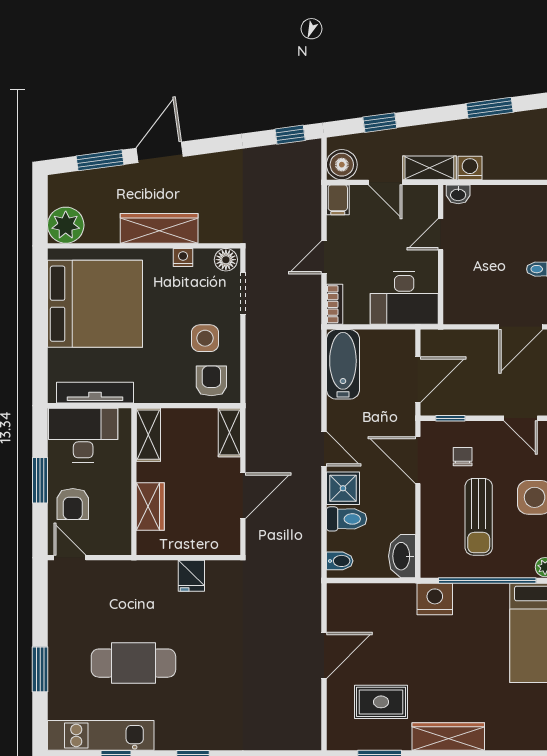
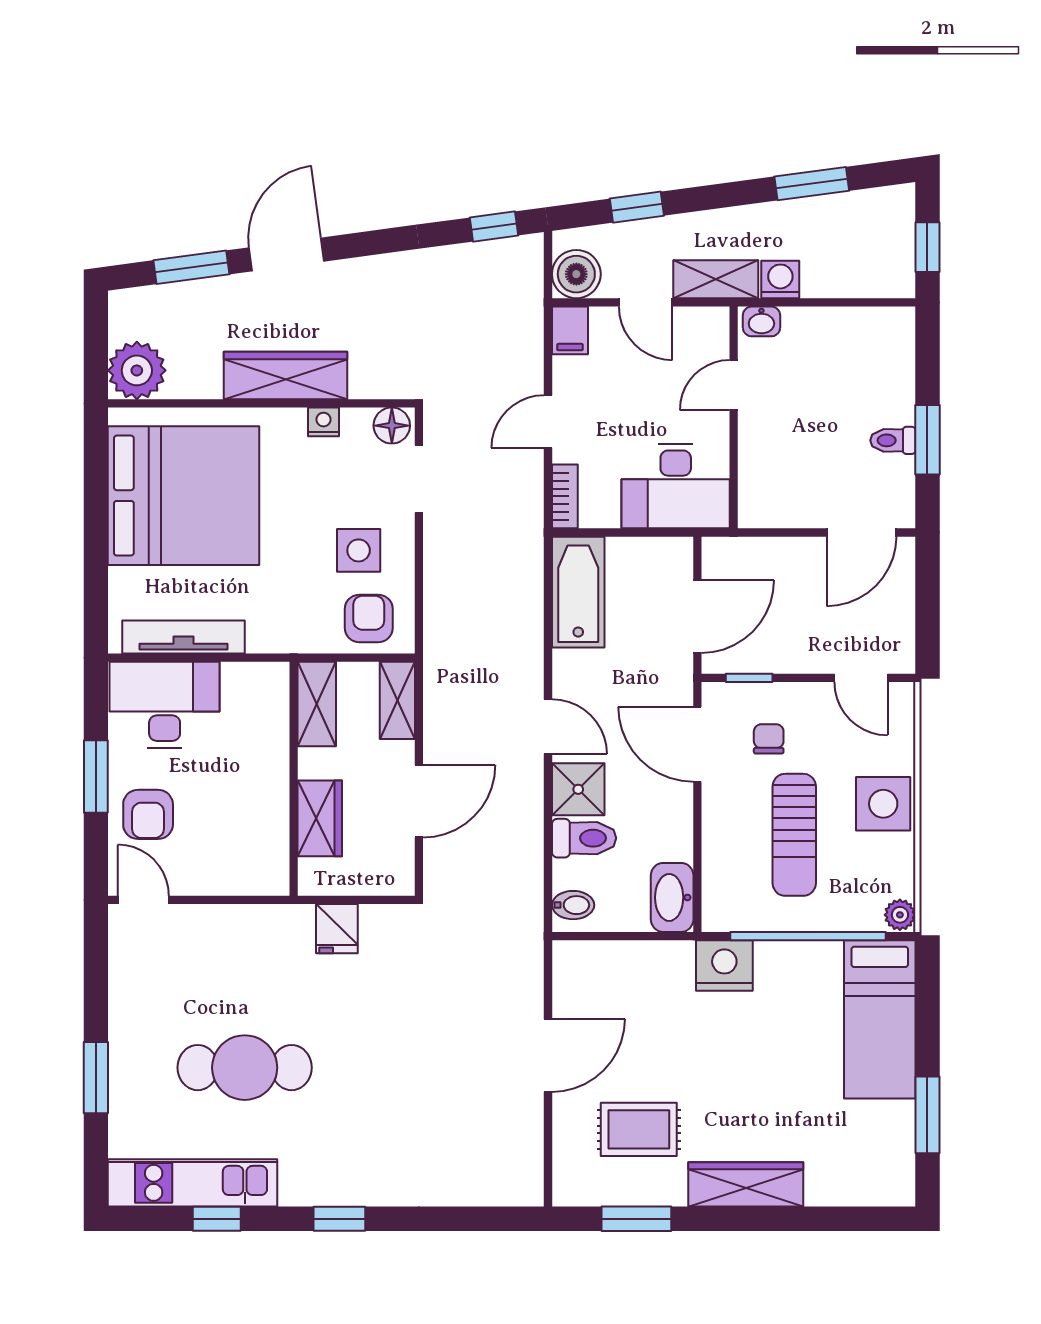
shelving: (148, 435) -> (317, 704), moved
wall: (134, 482) -> (294, 779), moved
wardrobe: (150, 507) -> (320, 818), moved

